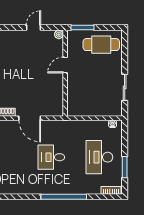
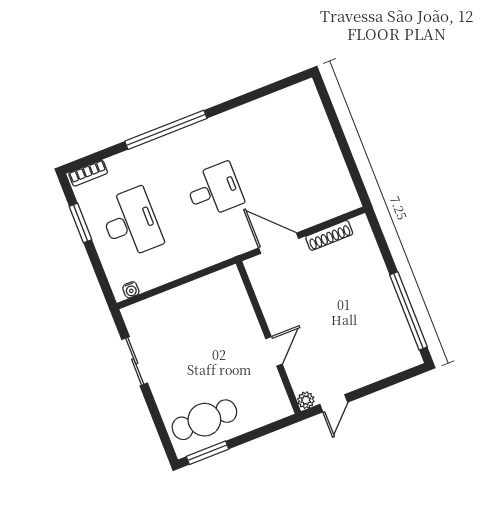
window: (83, 27) -> (208, 453), moved
plant: (59, 34) -> (306, 400), moved
door: (65, 65) -> (274, 351), moved
wall: (65, 73) -> (268, 337), moved

